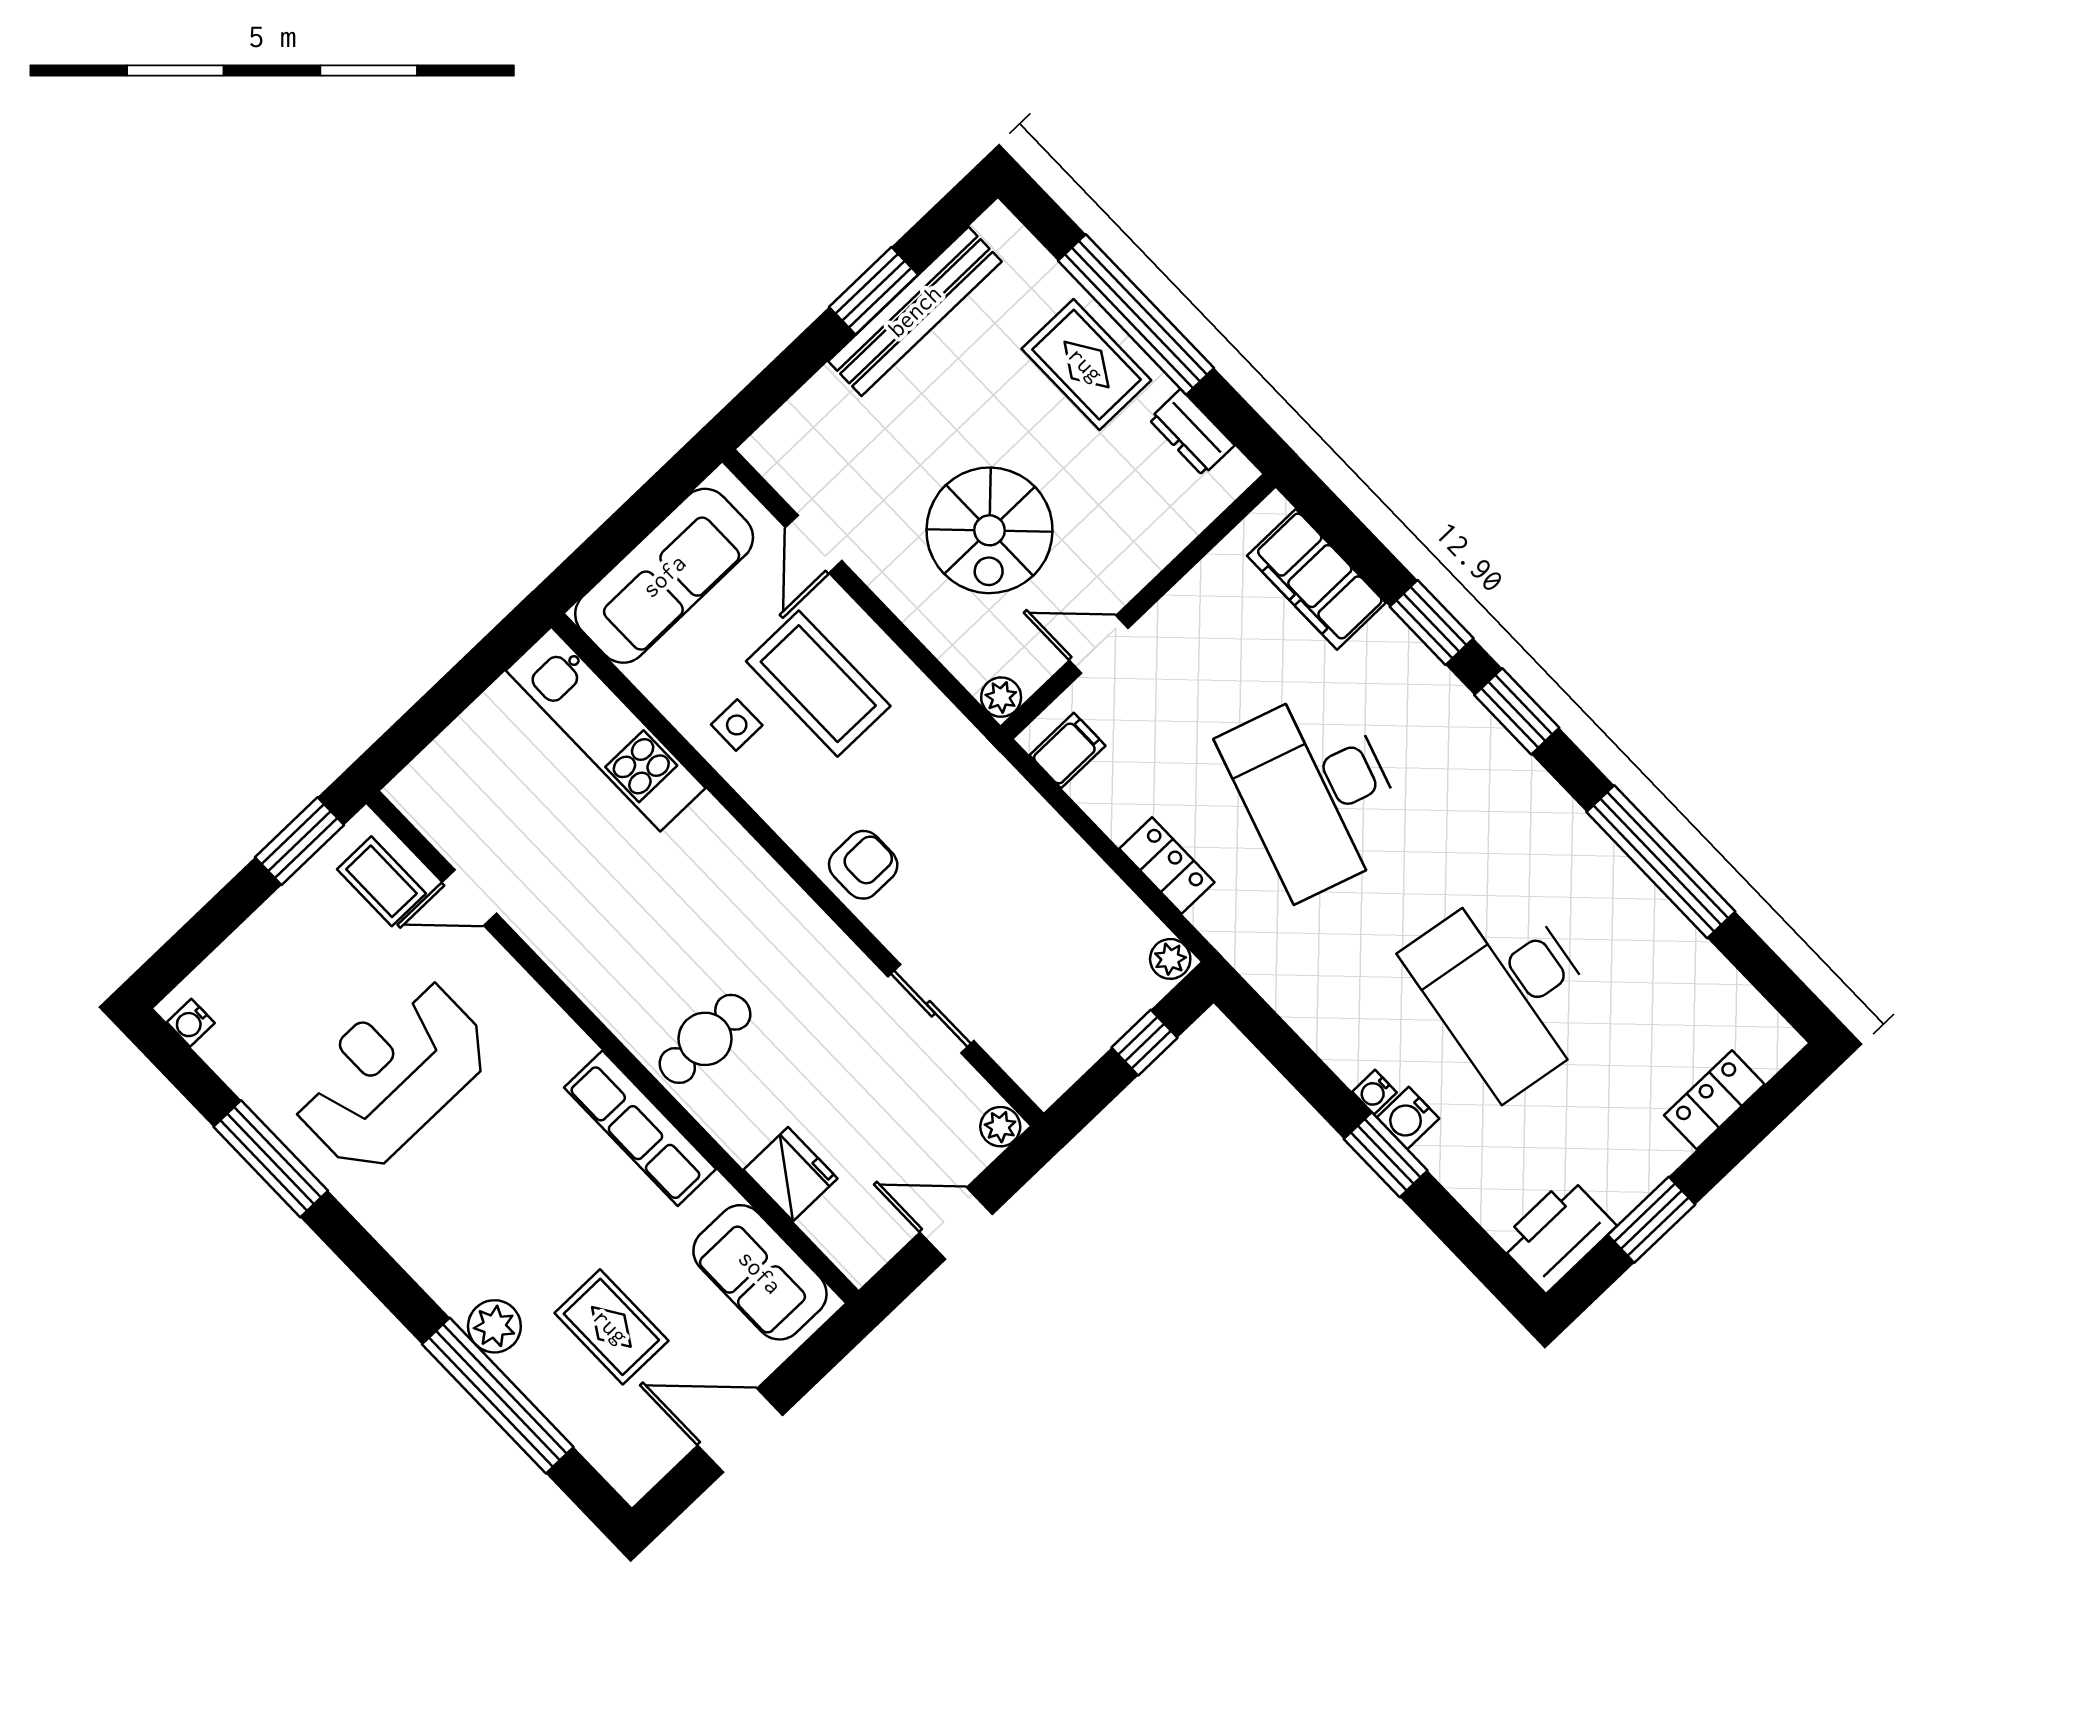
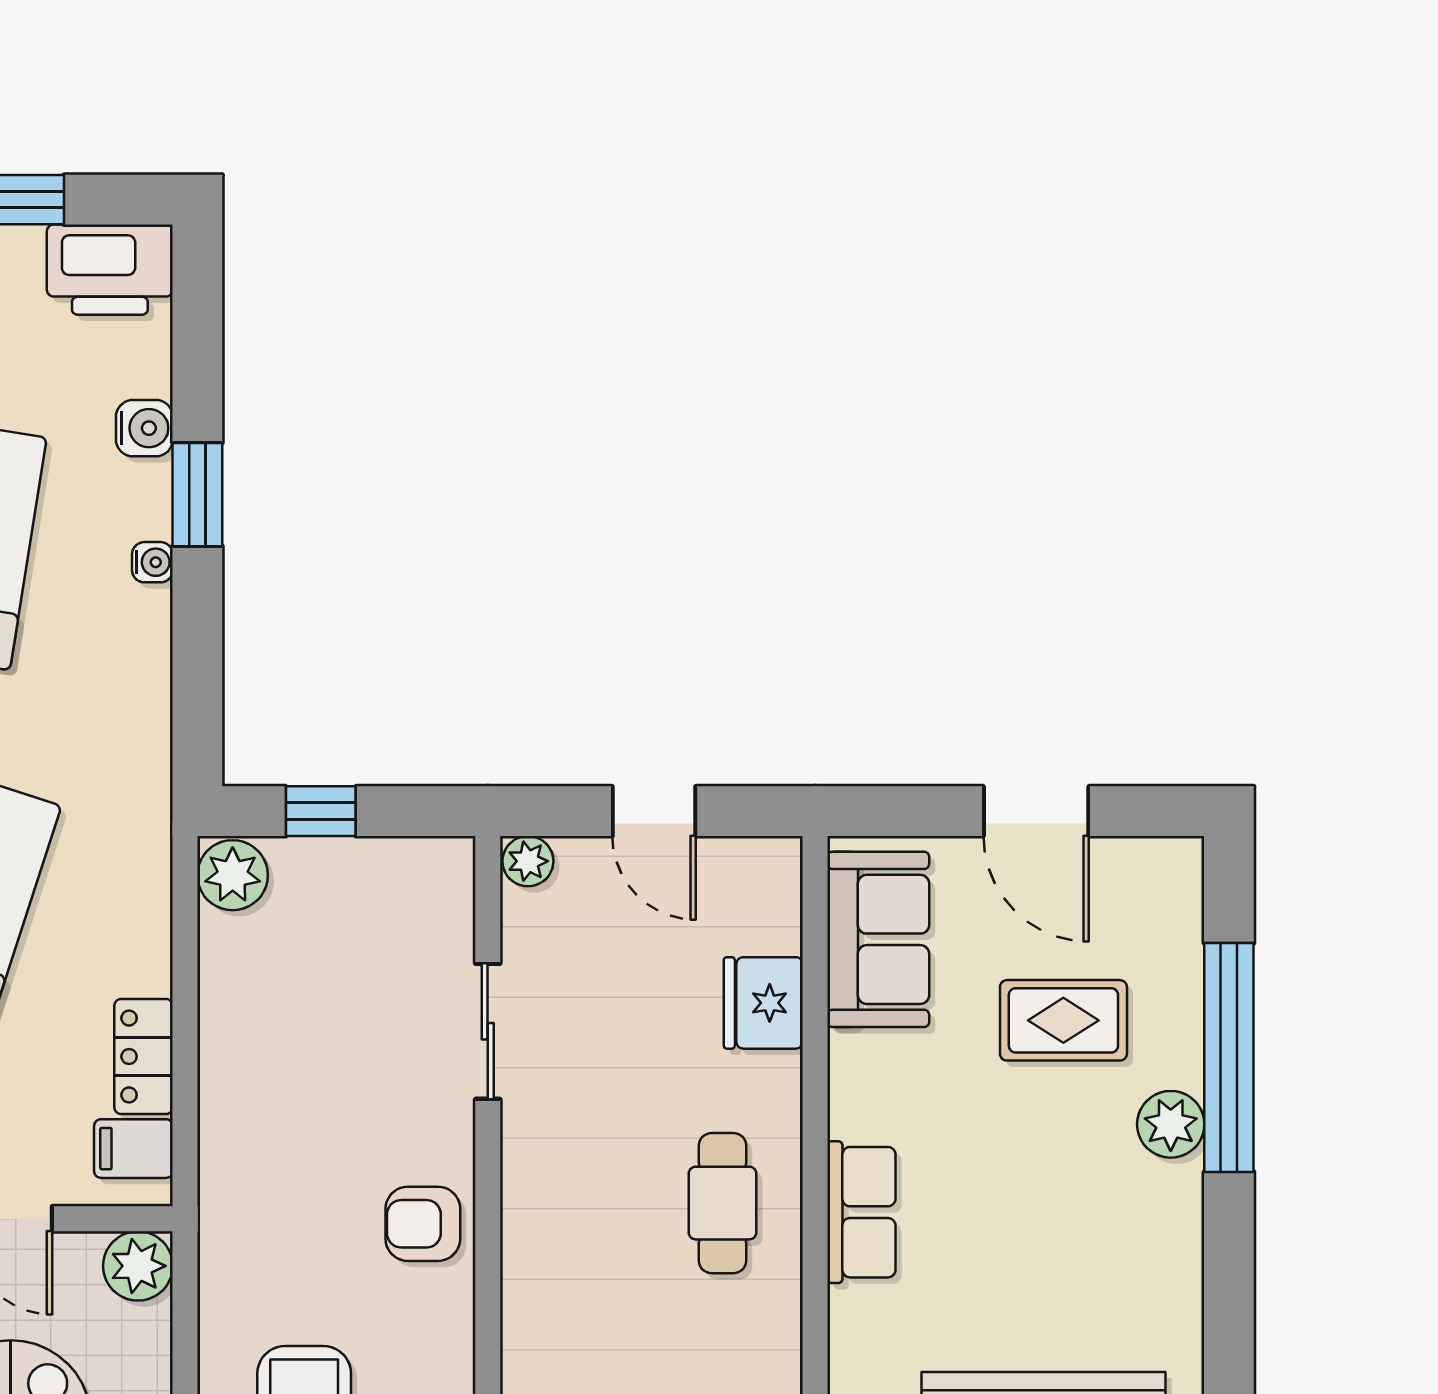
plant: (1001, 697) -> (138, 1266), width x1.38, depth x1.38
locker: (1167, 865) -> (144, 1057), moved
plant: (1170, 959) -> (233, 875), width x1.38, depth x1.38
cafe table: (705, 1039) -> (723, 1203), turned 90
water cooler: (1408, 1118) -> (144, 428), moved
row of seats: (640, 1128) -> (861, 1212), width x0.68
rug: (611, 1327) -> (1063, 1020), turned 90

